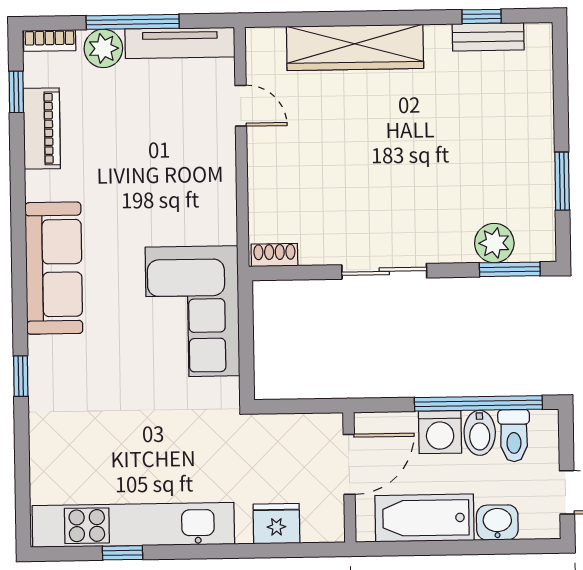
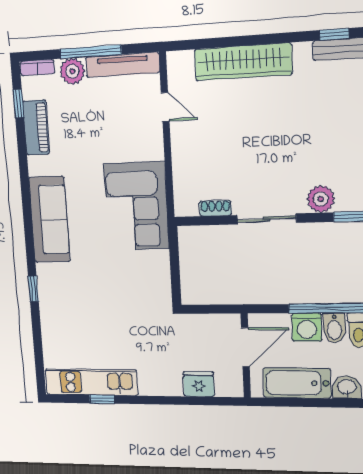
plant: (494, 243) -> (321, 199), moved
shoe rack: (274, 255) -> (215, 208), moved
corner sofa: (192, 311) -> (137, 206), moved
kitchen unit: (133, 525) -> (91, 382), width x0.73

